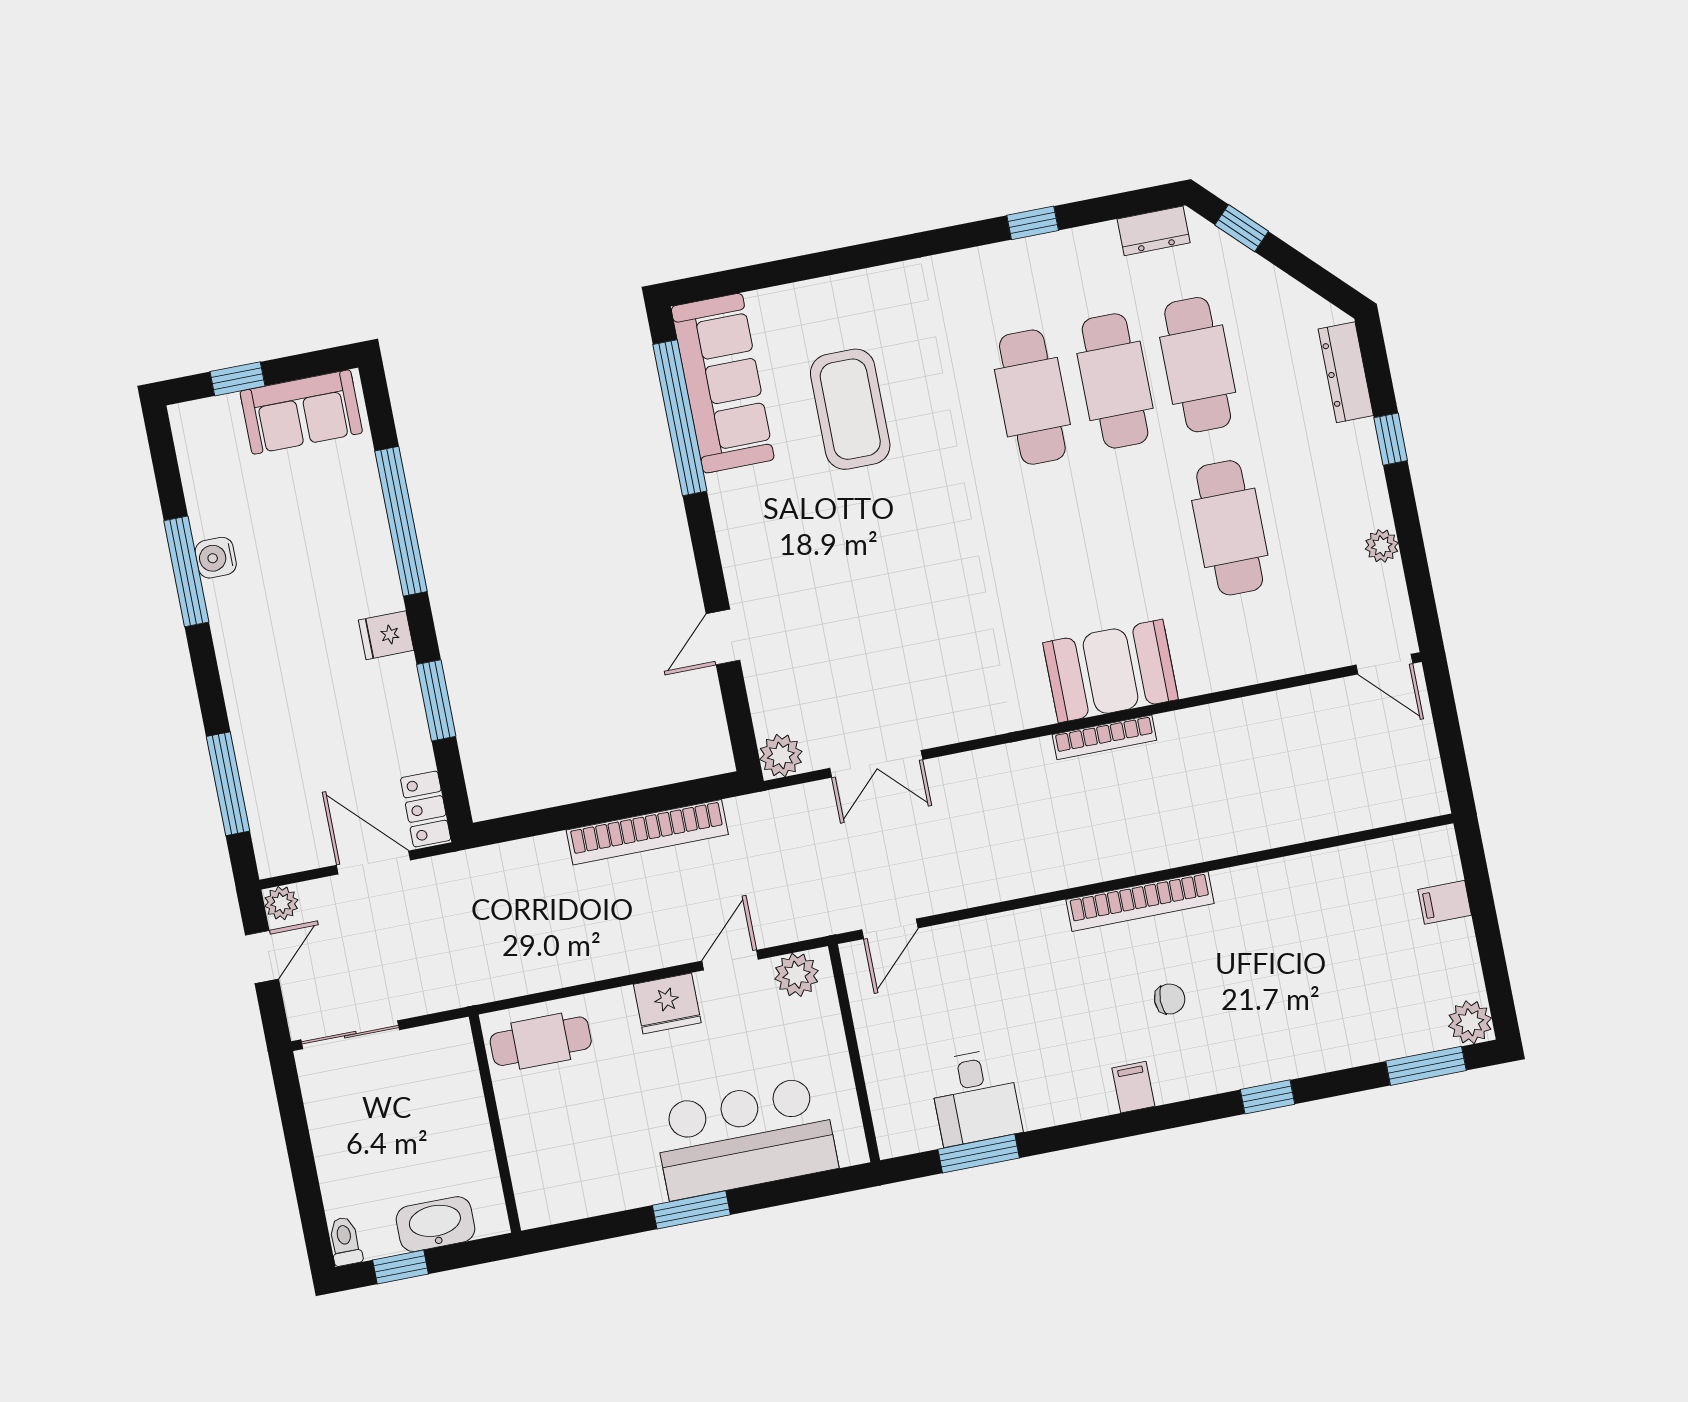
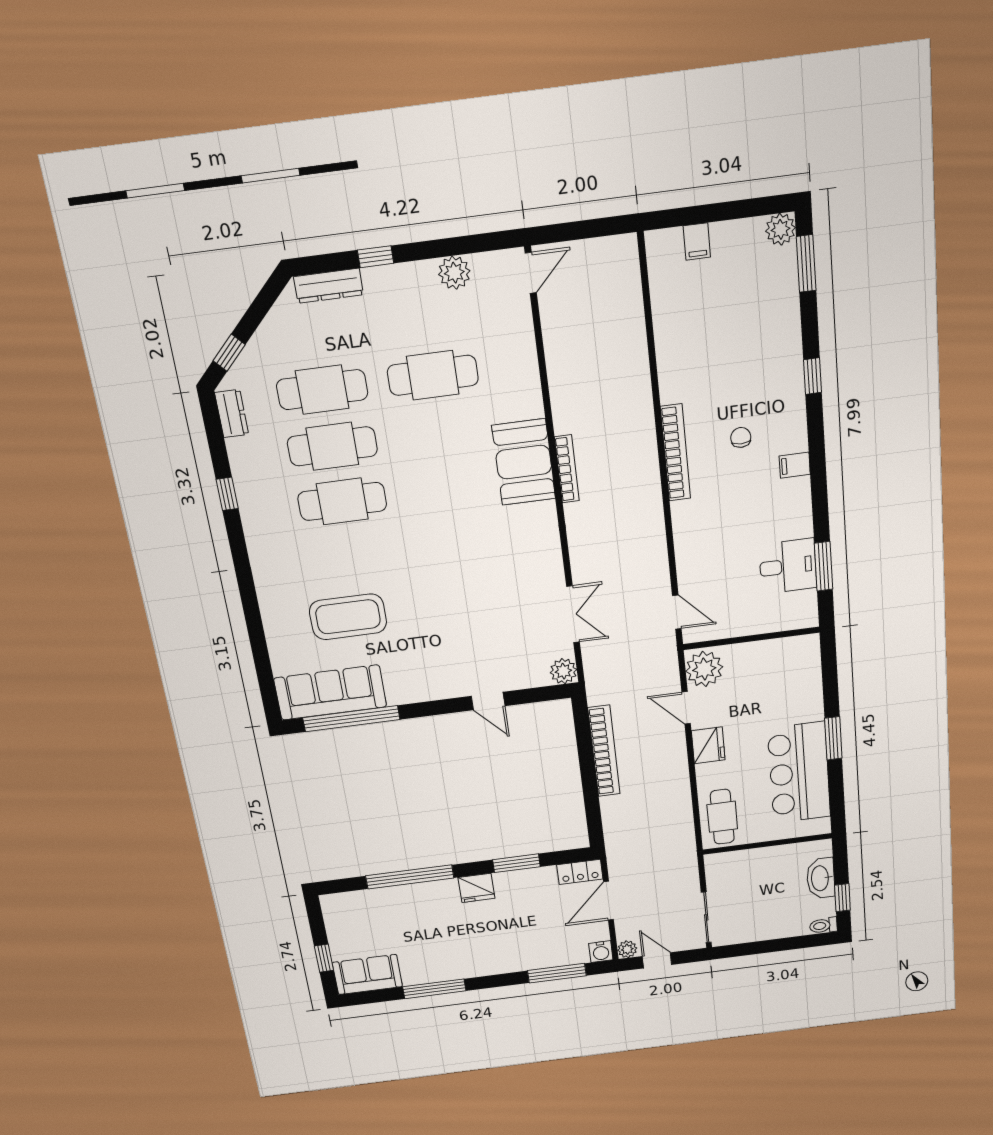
sofa: (301, 412) -> (367, 974), moved, turned -90
plant: (1382, 546) -> (454, 273), width x1.38, depth x1.38
water cooler: (216, 558) -> (601, 952), moved
fridge: (386, 635) -> (476, 888), width x1.38
plant: (797, 975) -> (704, 669), width x1.36, depth x1.36
bar counter: (745, 1138) -> (799, 773), moved

